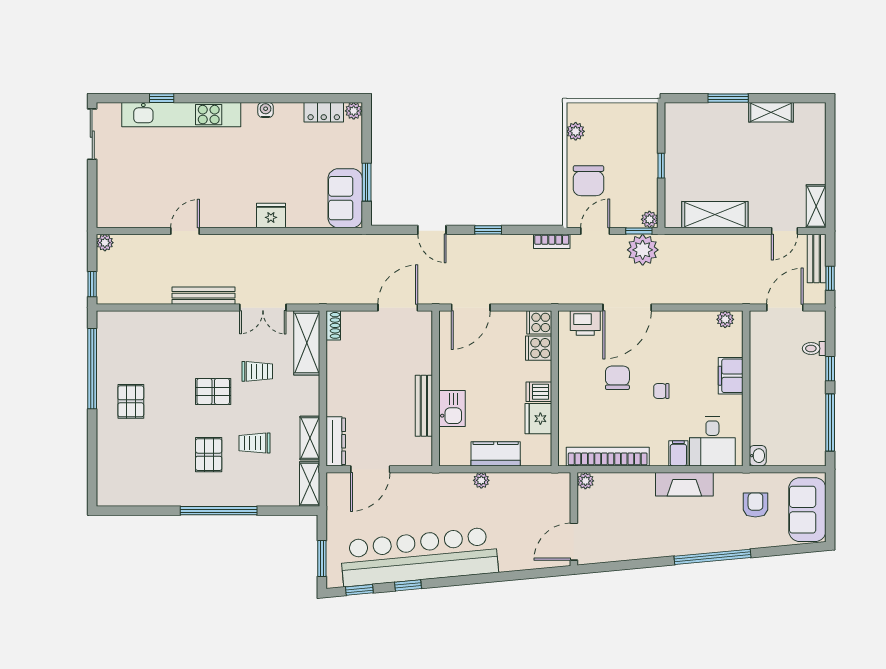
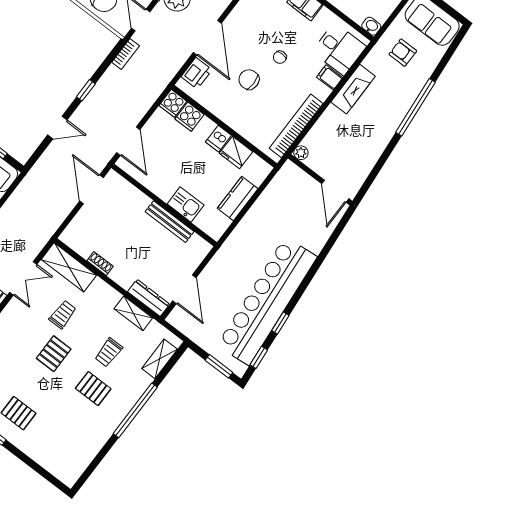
shoe rack: (333, 325) -> (100, 263), moved
plant: (481, 480) -> (248, 221), removed
shelving: (310, 484) -> (160, 359), moved, turned 90

